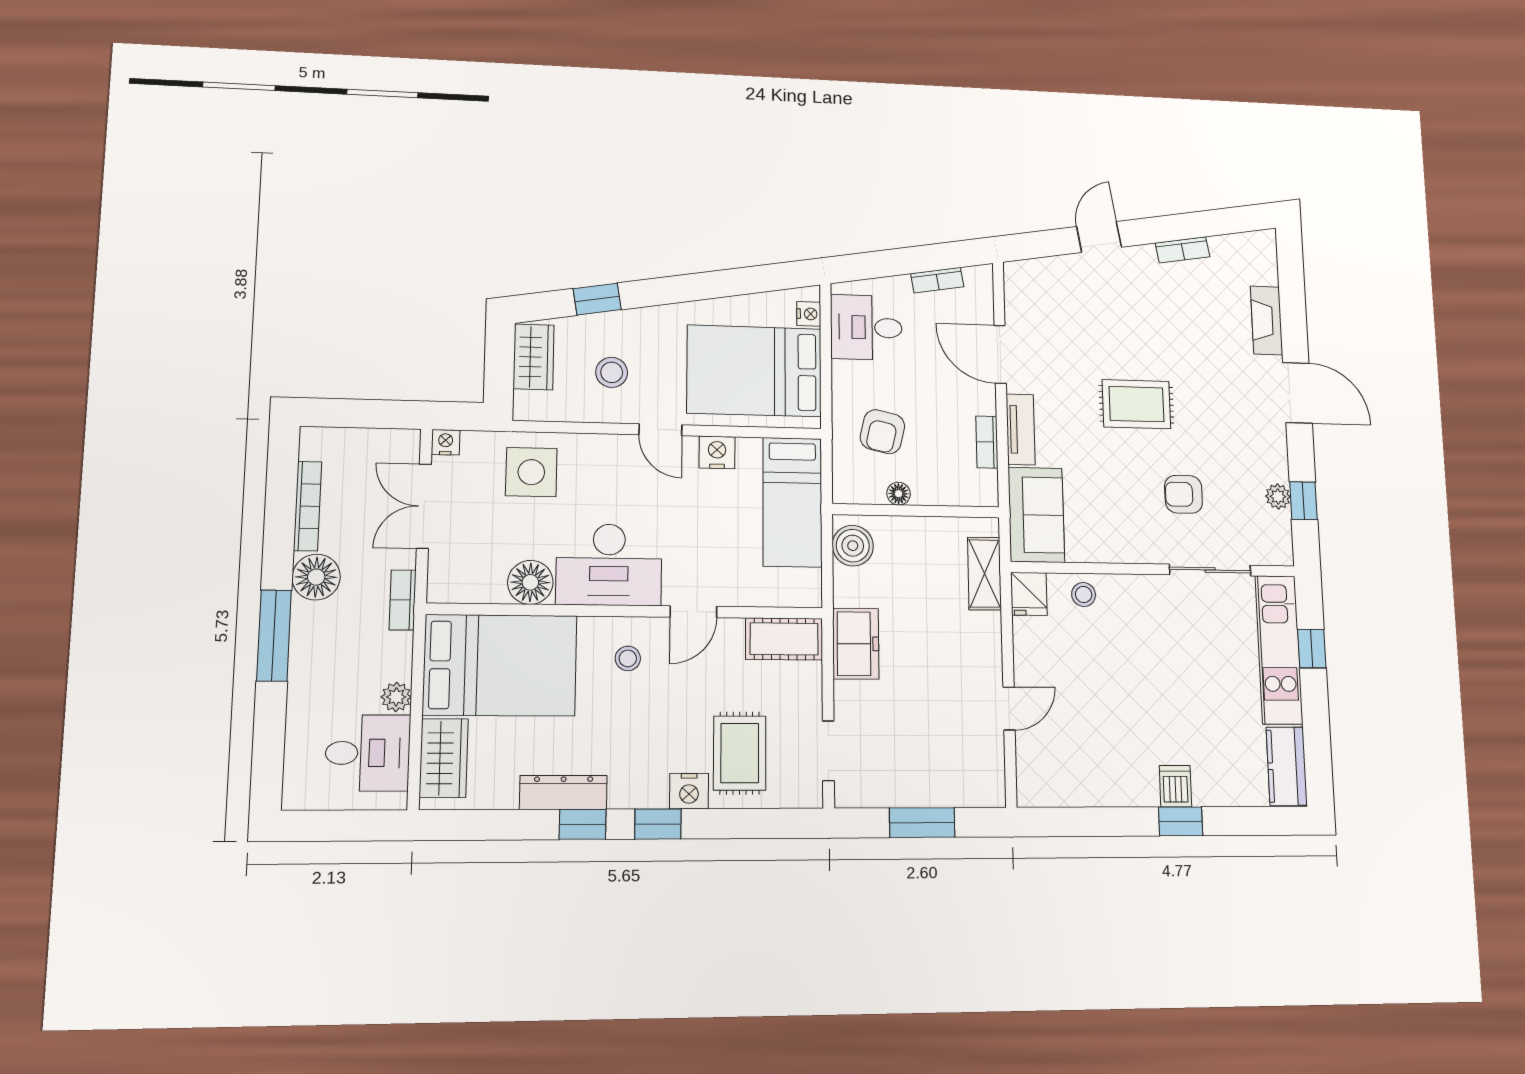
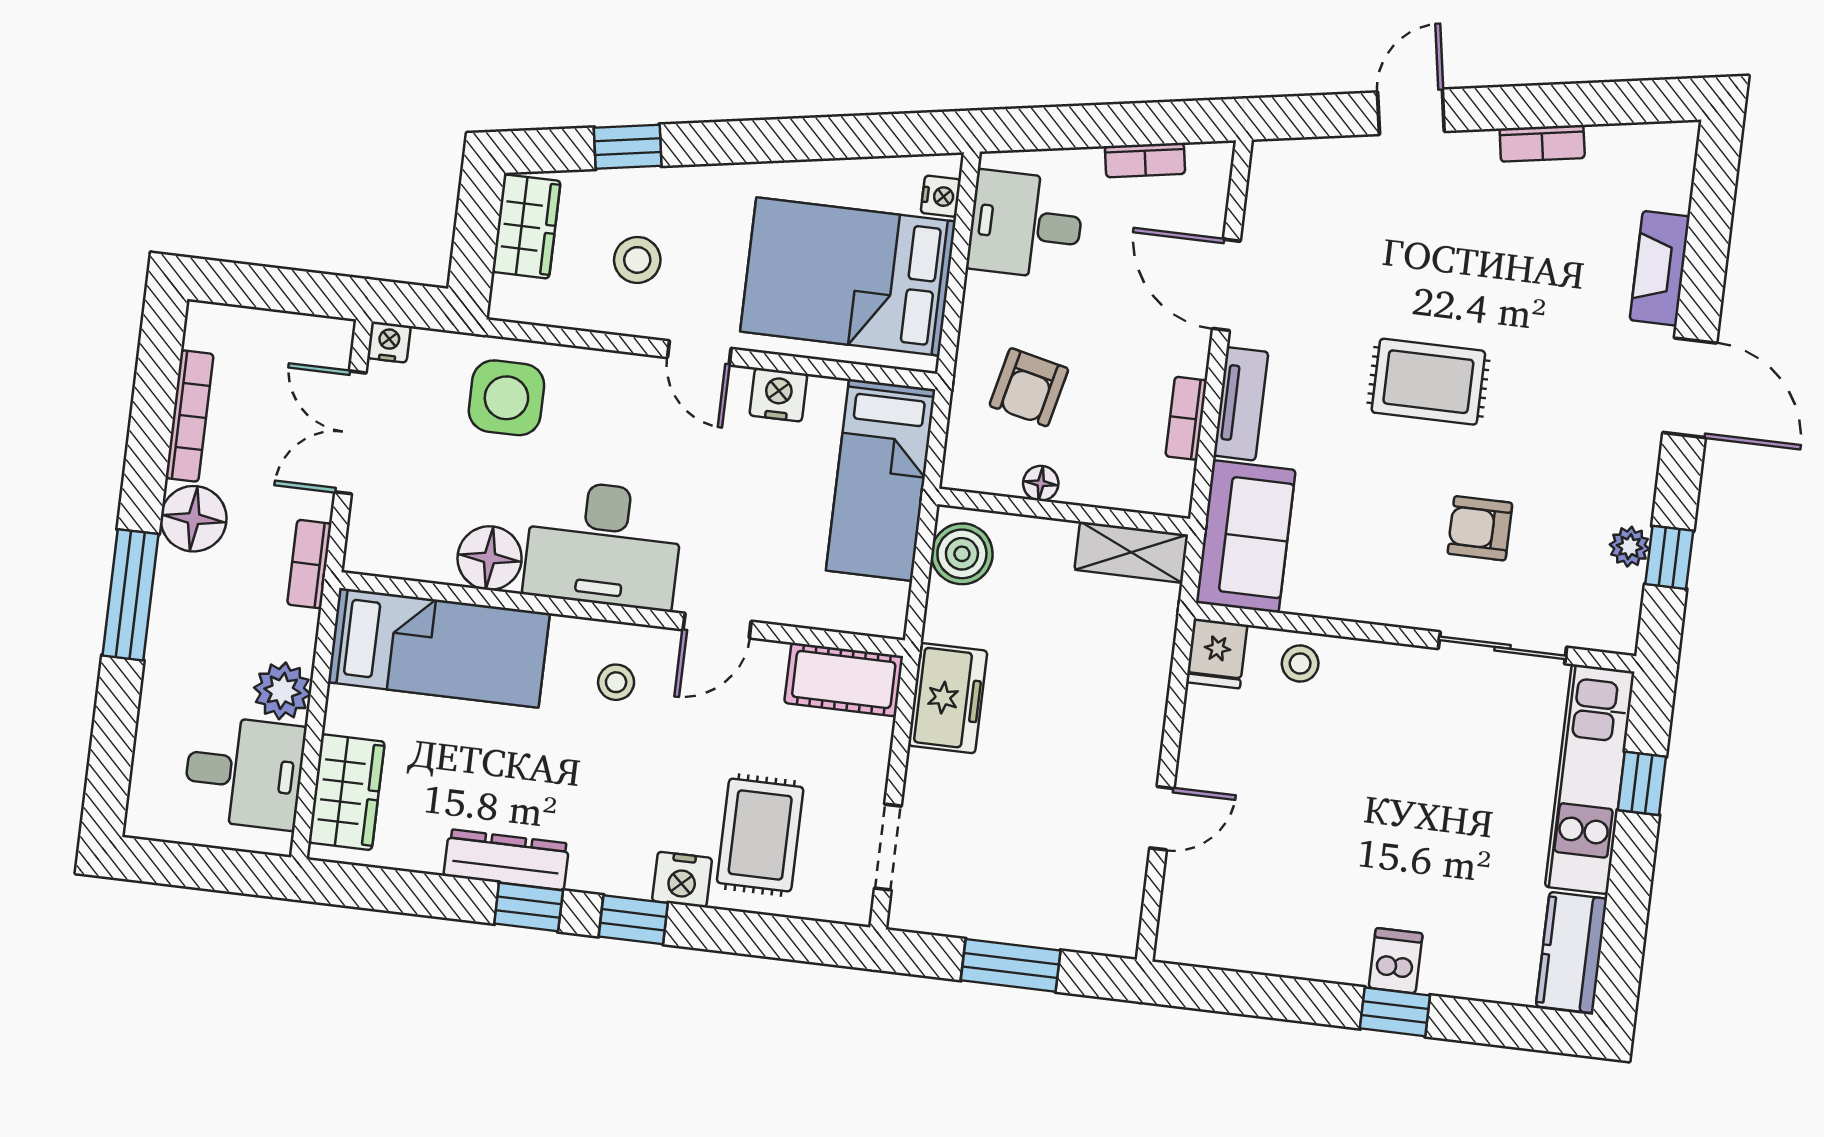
shelving: (984, 574) -> (1131, 552), moved, turned 90
bed: (500, 665) -> (439, 648), width x0.67
plant: (396, 697) -> (282, 691), width x1.38, depth x1.38

